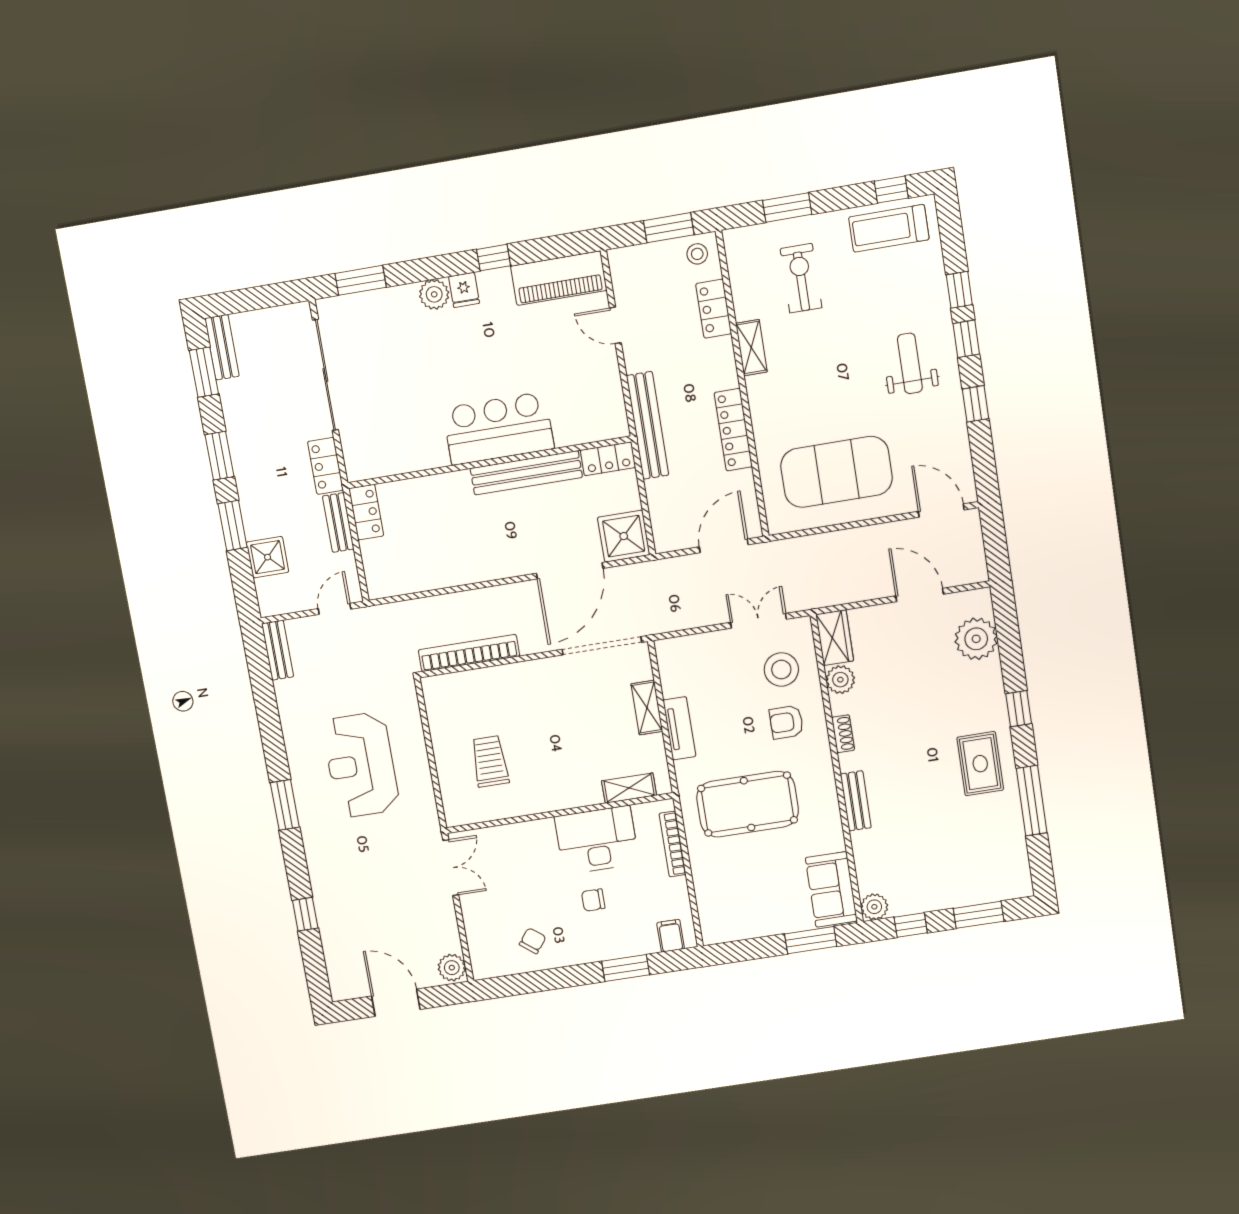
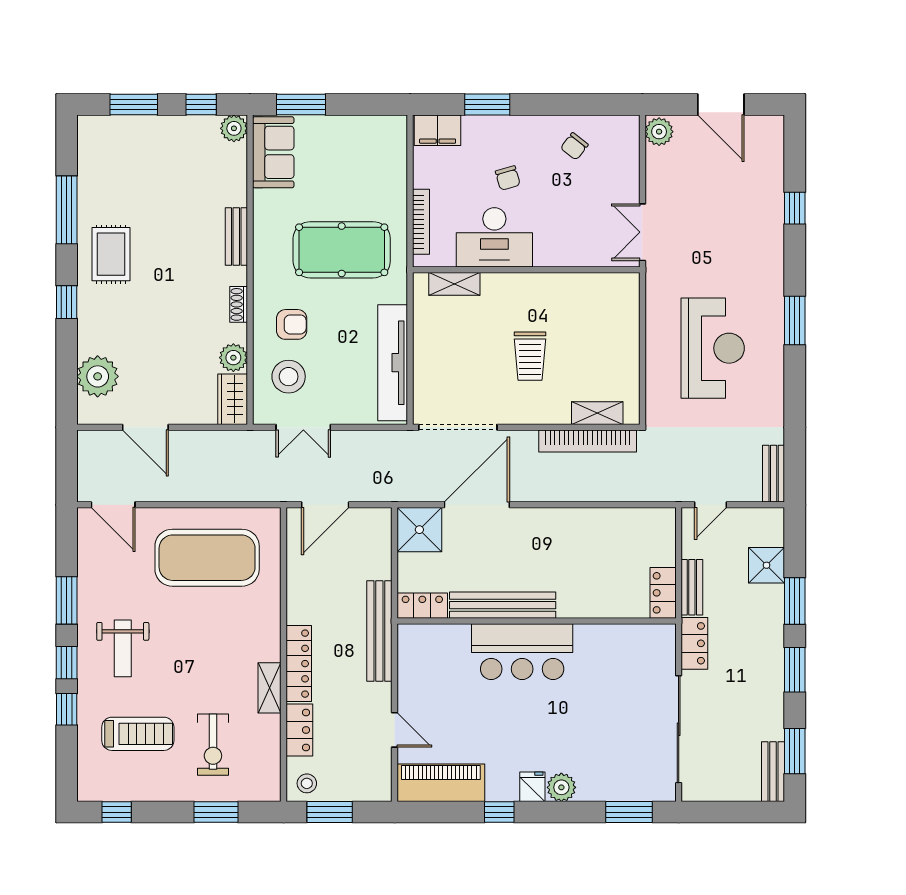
treadmill: (889, 228) -> (138, 734), moved
window: (975, 404) -> (67, 600), width x1.50
locker: (733, 430) -> (299, 664), moved
shelving: (647, 708) -> (597, 413), moved, turned 90
tv unit: (679, 728) -> (393, 363), width x1.92, depth x1.29
trolley: (490, 761) -> (530, 356), moved
chair: (593, 900) -> (508, 178), turned 74
filing cabinet: (671, 936) -> (438, 130), width x2.00

